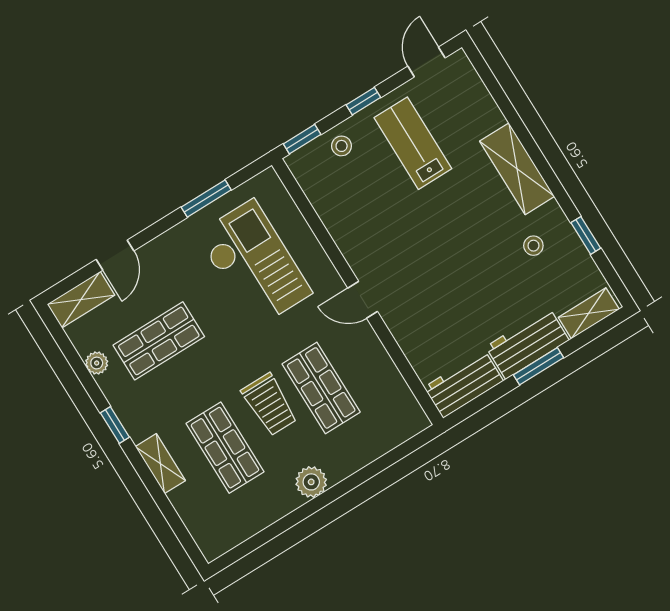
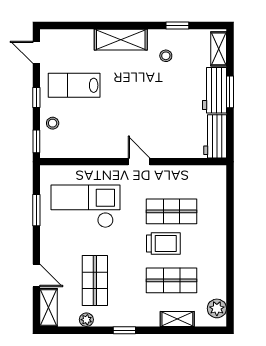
door: (363, 300) -> (139, 162), swing flipped
shelving: (160, 464) -> (177, 319), moved
plant: (311, 482) -> (217, 308), moved

